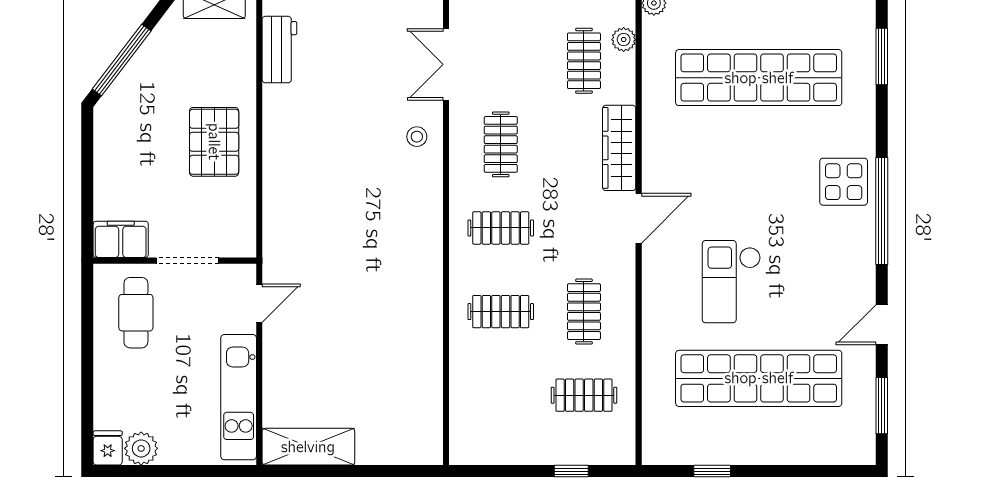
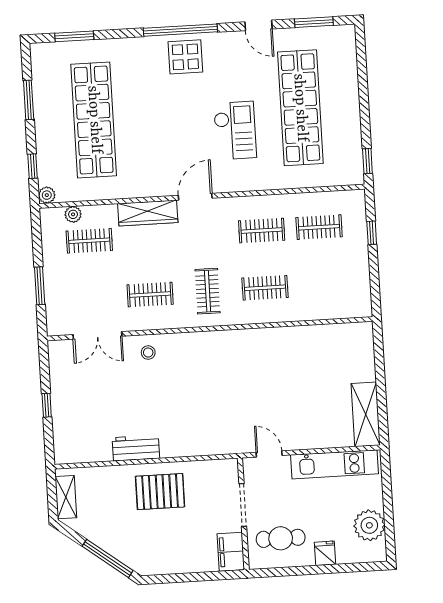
workbench: (279, 50) -> (136, 448), moved
display table: (844, 182) -> (185, 57), moved
door: (639, 218) -> (195, 197), hinge flipped
checkout: (731, 282) -> (235, 130), turned -90
clothes rail: (501, 312) -> (265, 288), turned 90
clothes rail: (584, 395) -> (319, 227), turned 90
fridge: (108, 448) -> (325, 553), moved, turned 90
plant: (141, 448) -> (369, 525), width x1.36, depth x1.36
window: (712, 471) -> (367, 161), moved

